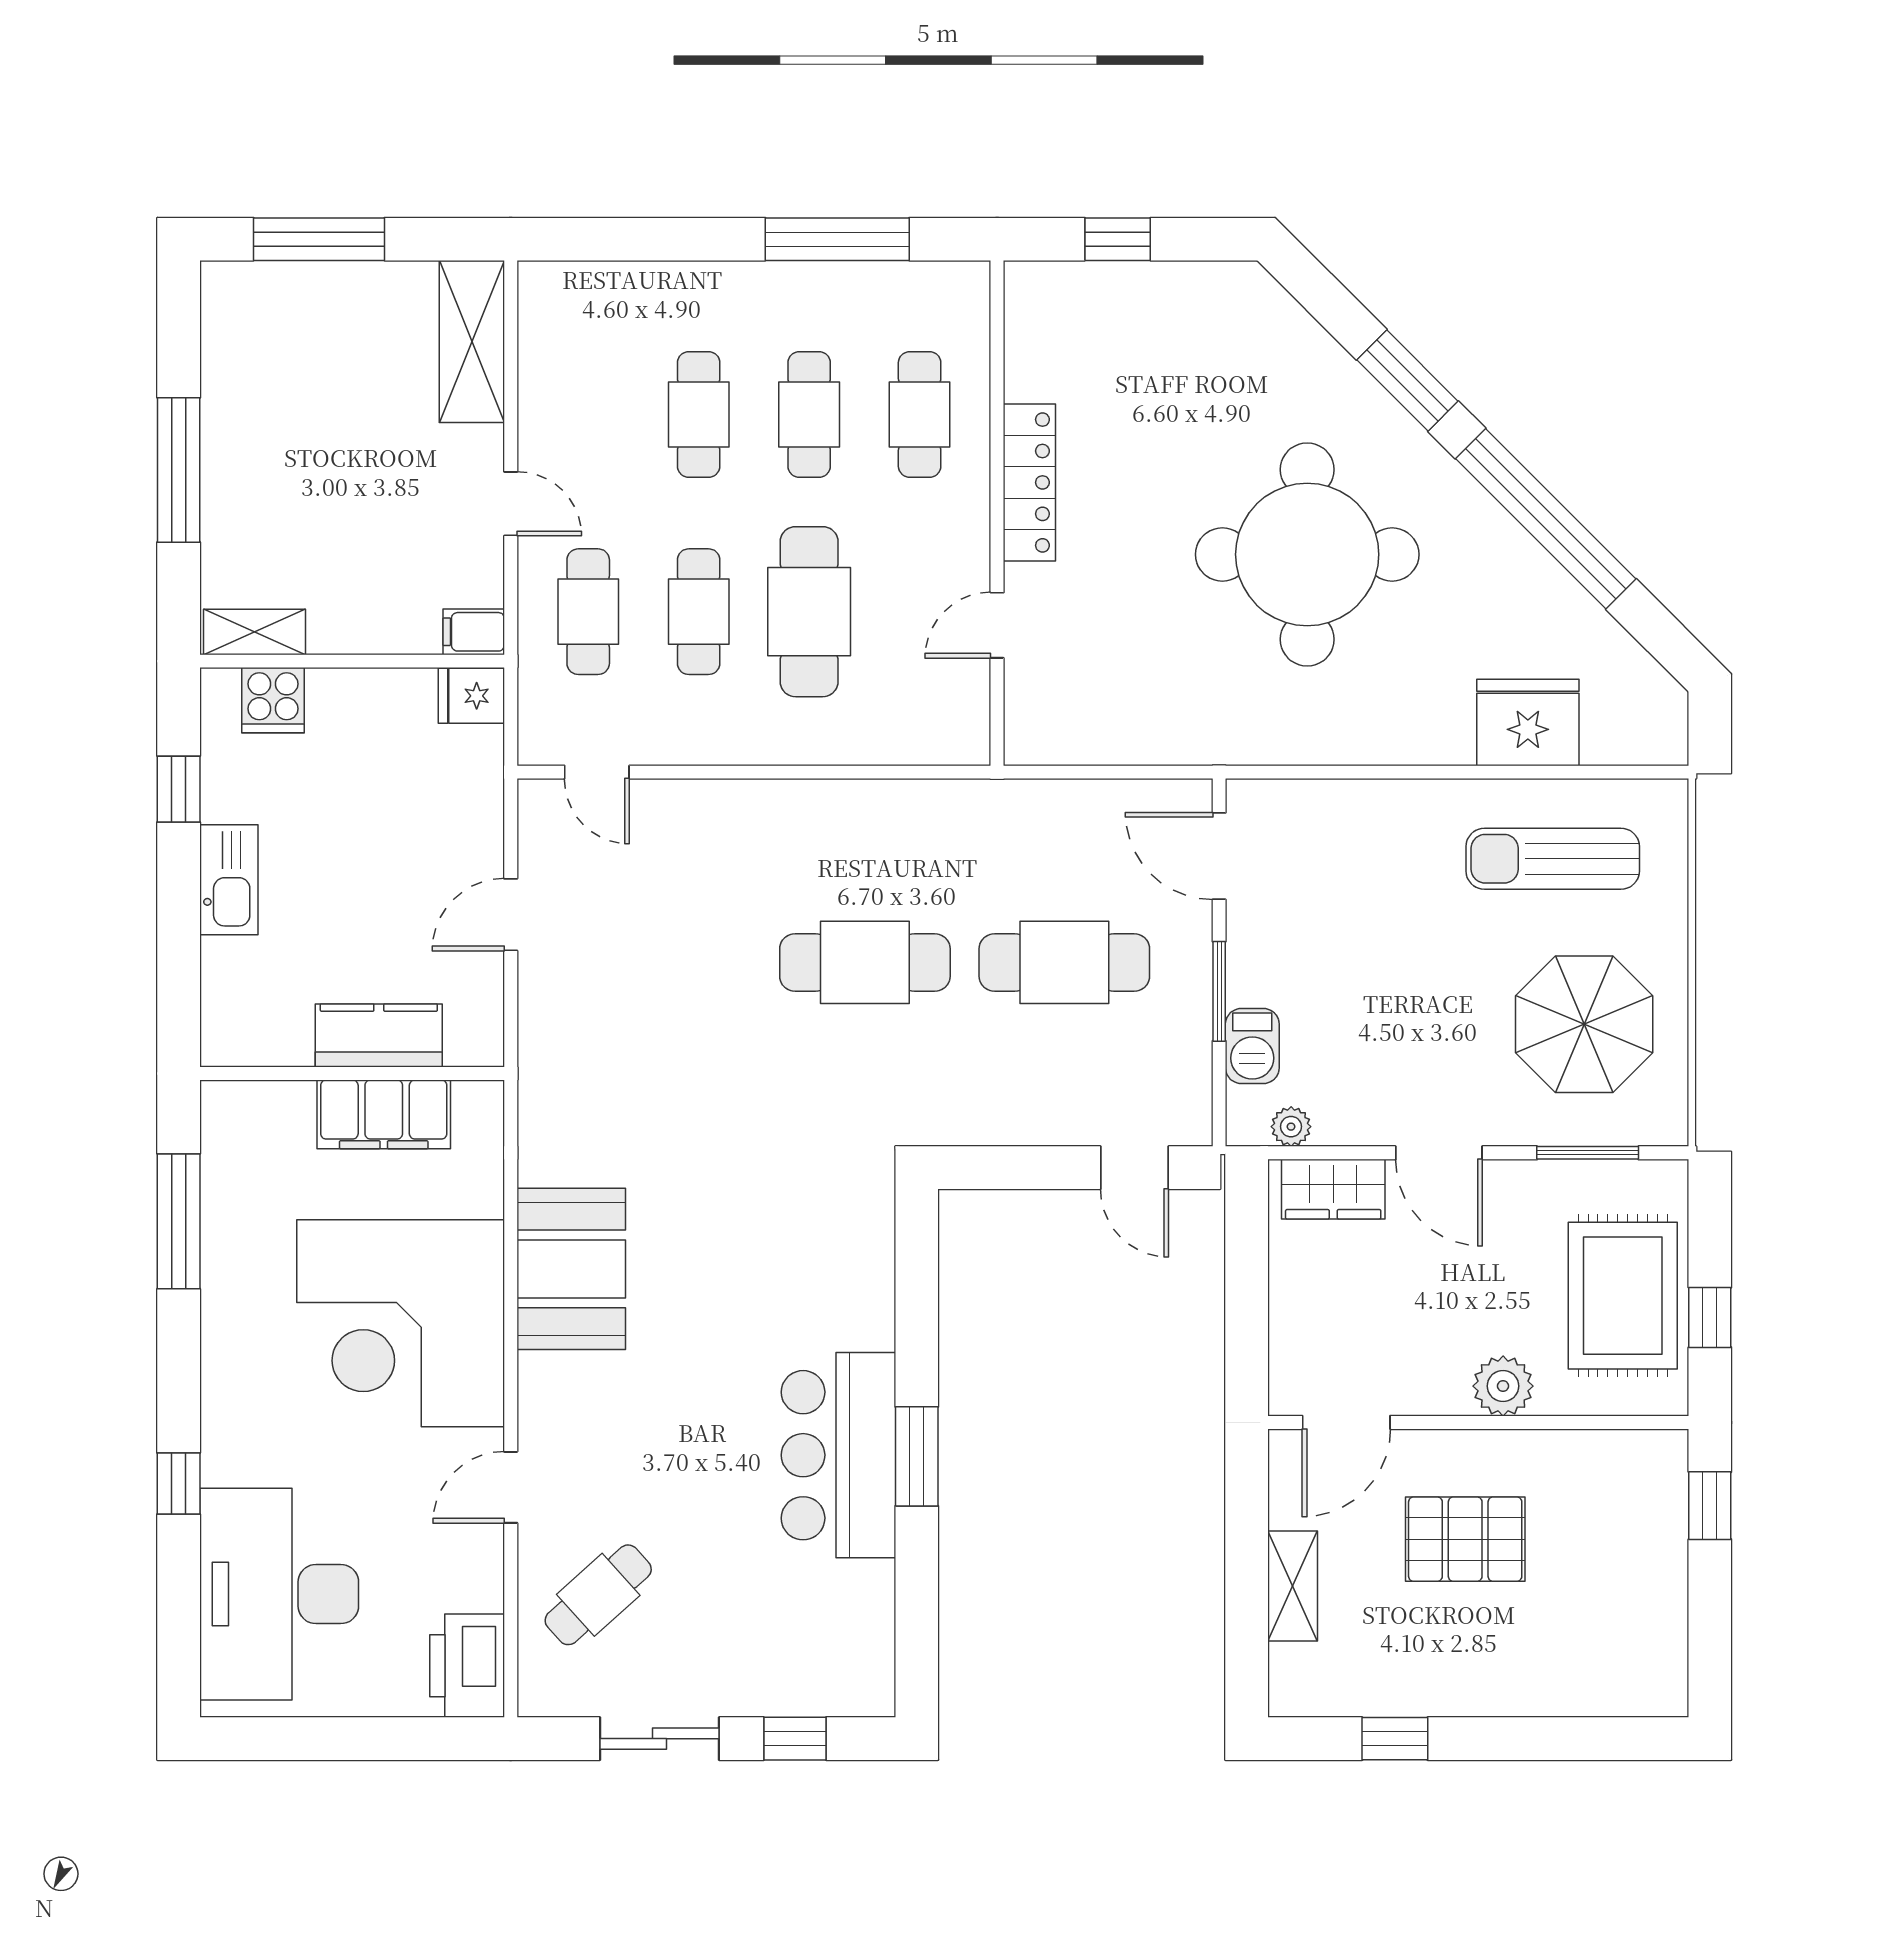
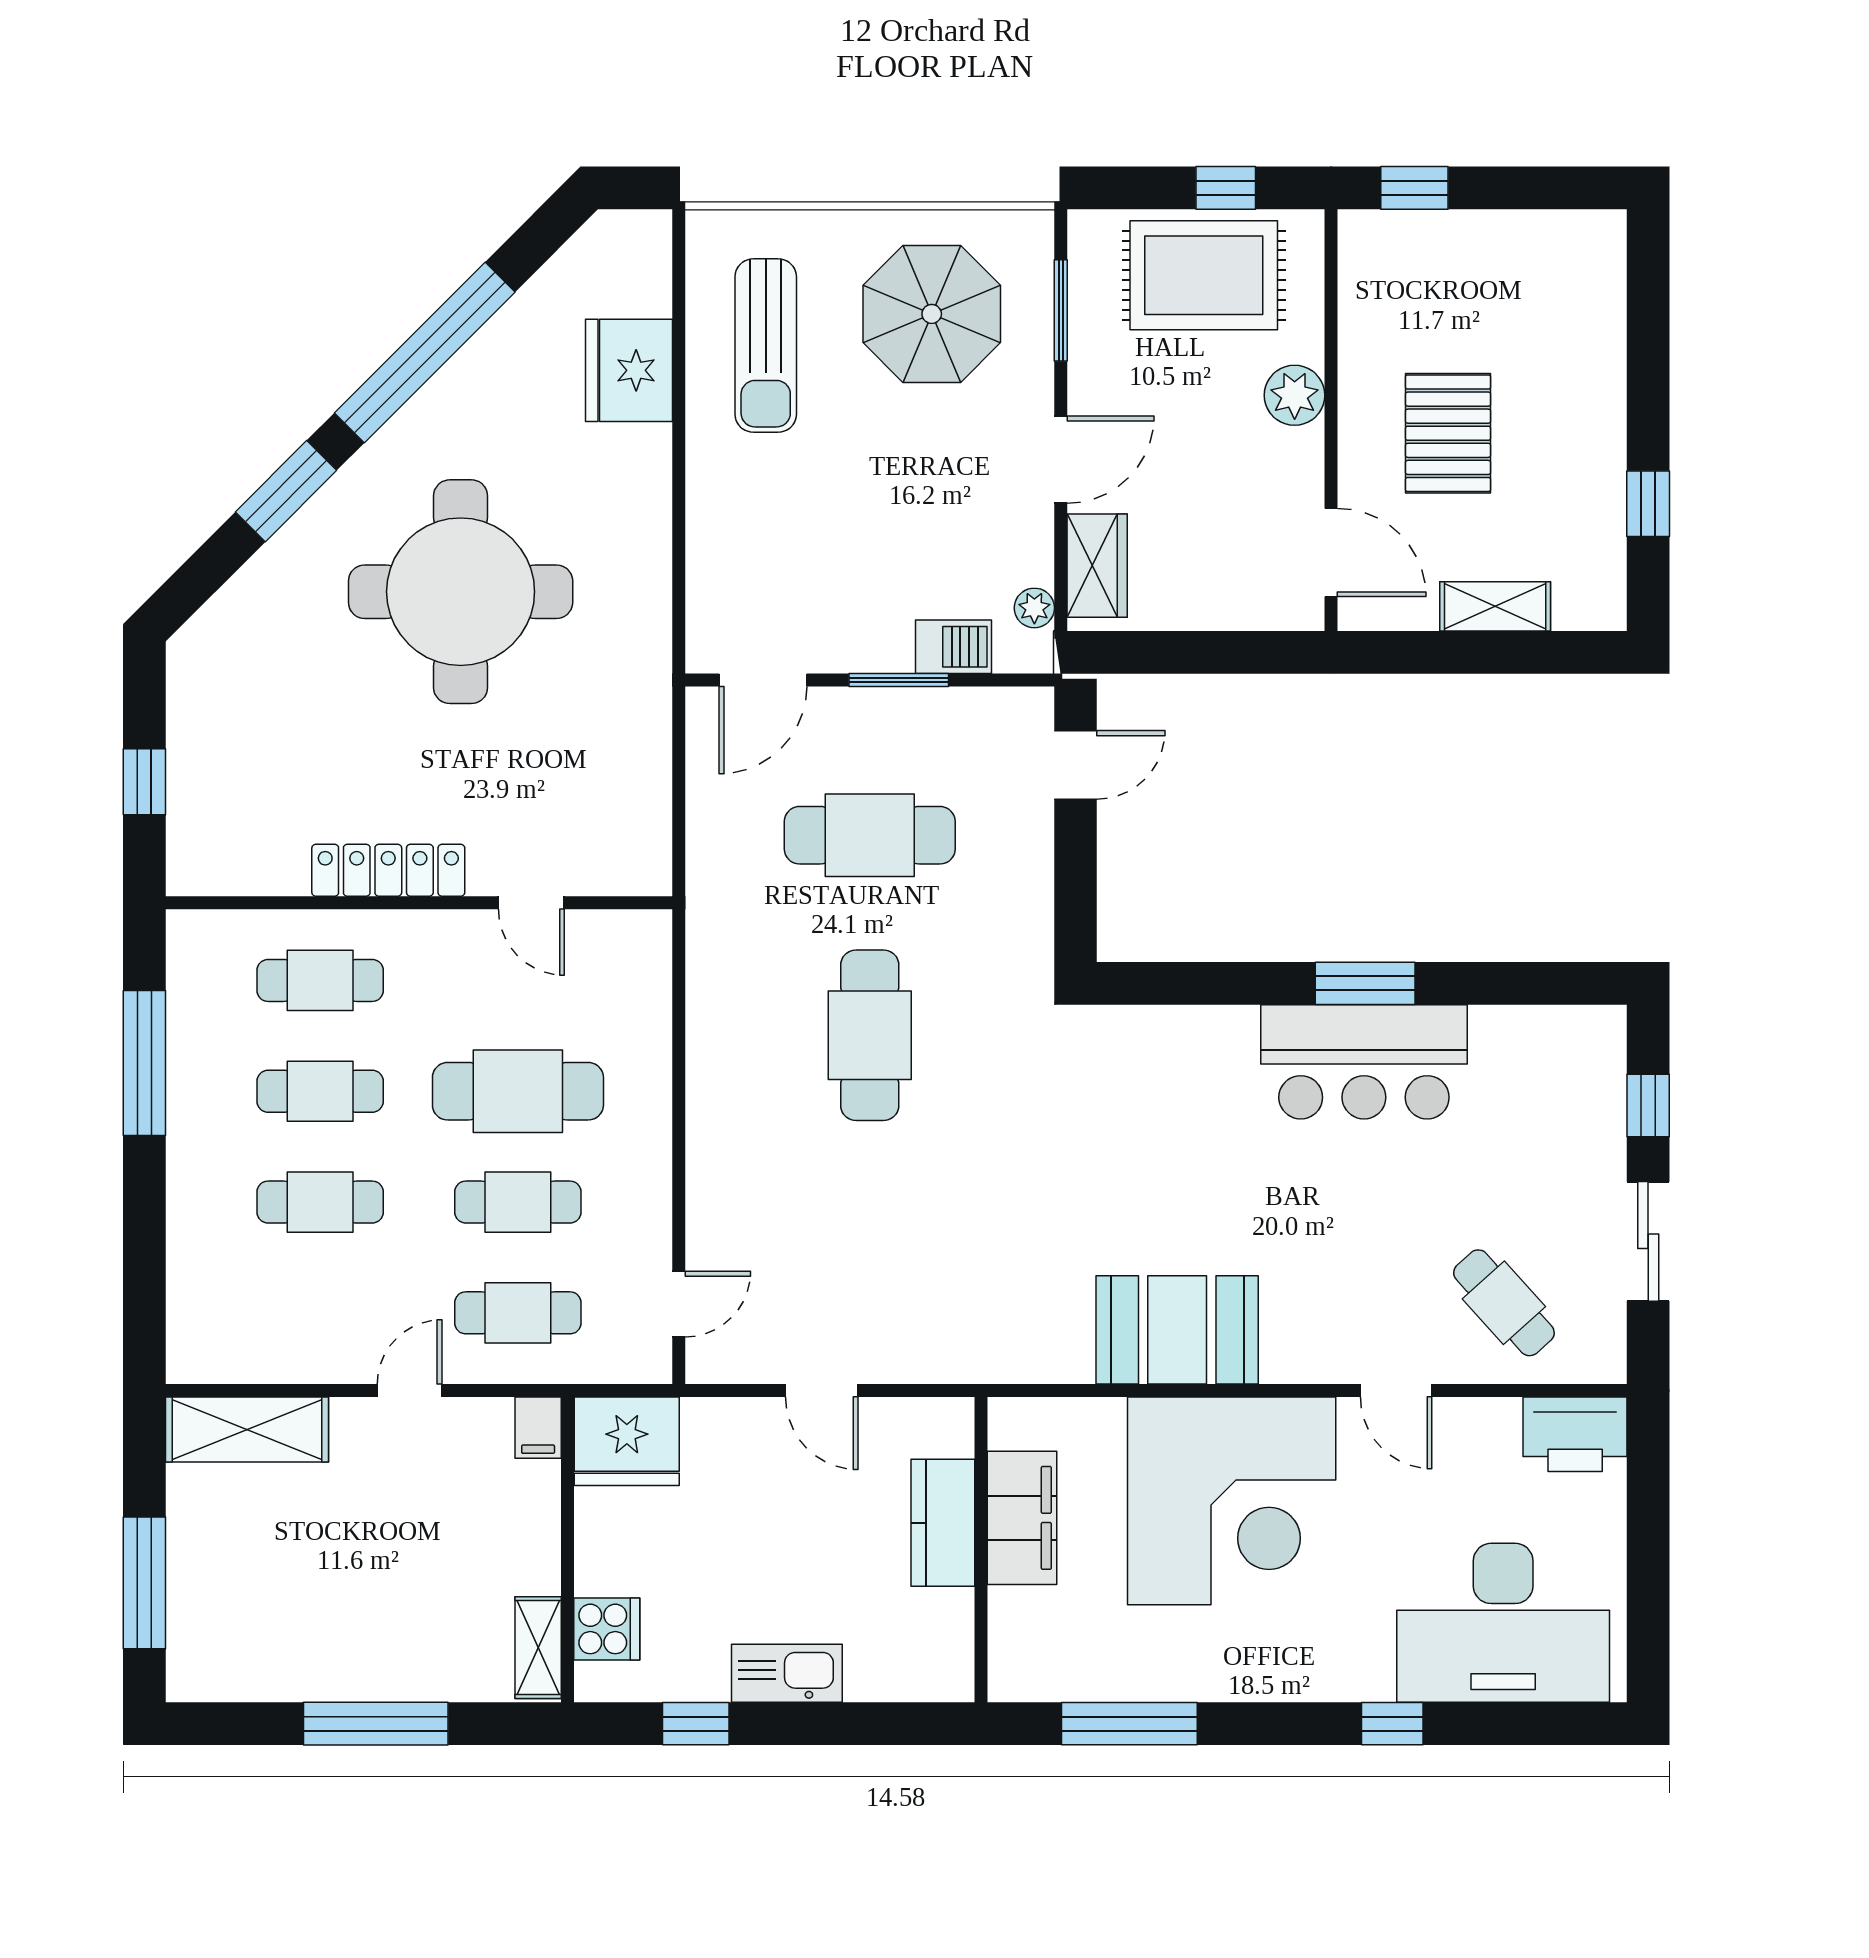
fridge: (471, 696) -> (627, 1441), width x1.88, depth x1.34
cafe table: (1064, 962) -> (870, 835), turned 90

